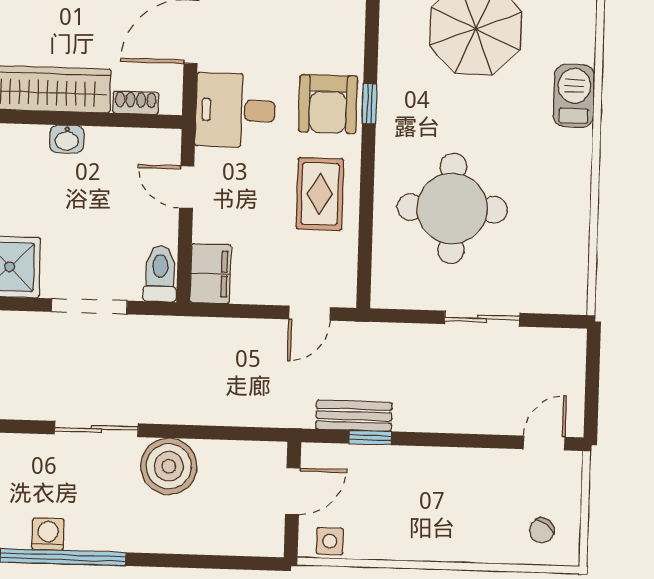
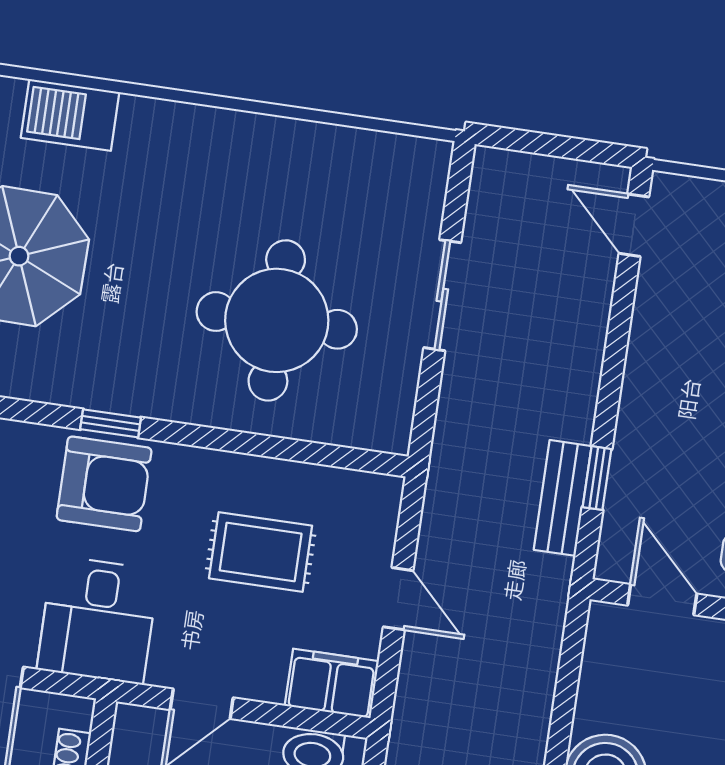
barbecue: (574, 96) -> (70, 115), moved
rug: (320, 194) -> (261, 552), moved
door: (310, 313) -> (398, 599), moved

